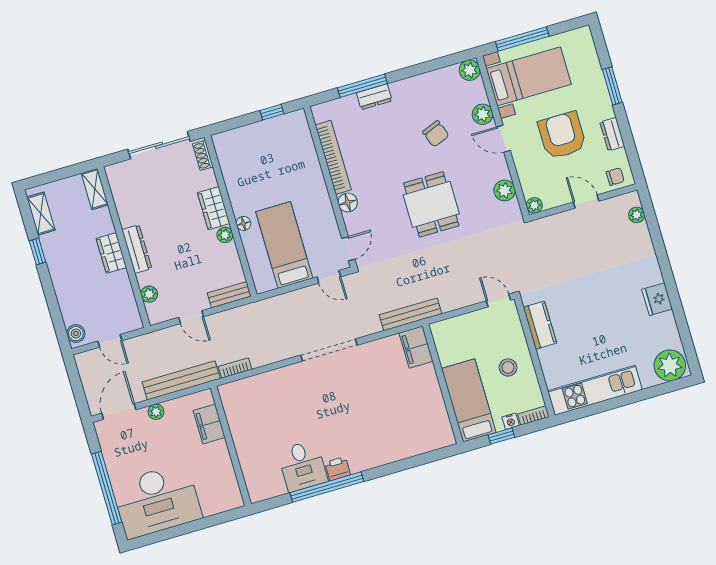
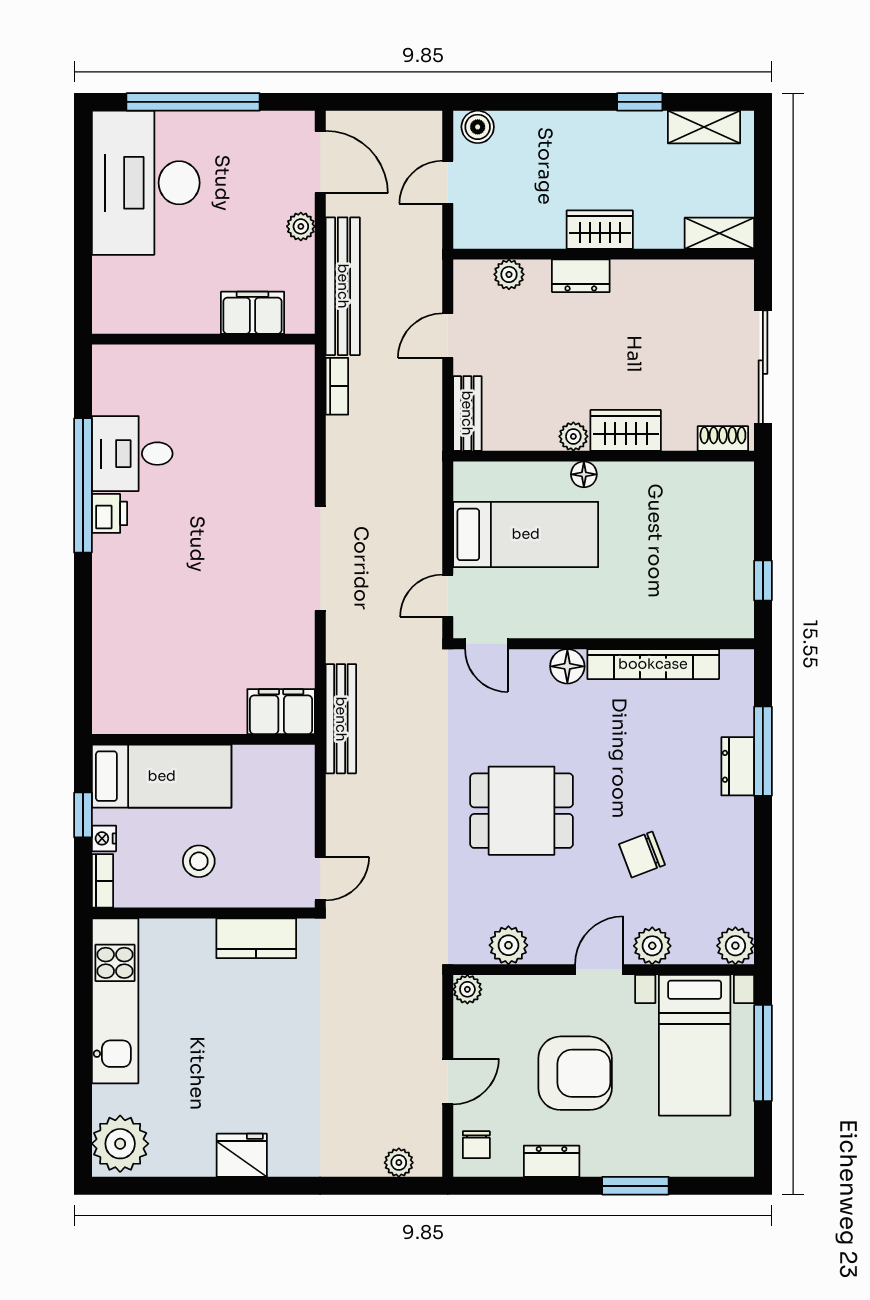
dresser: (137, 249) -> (581, 276), width x0.70

